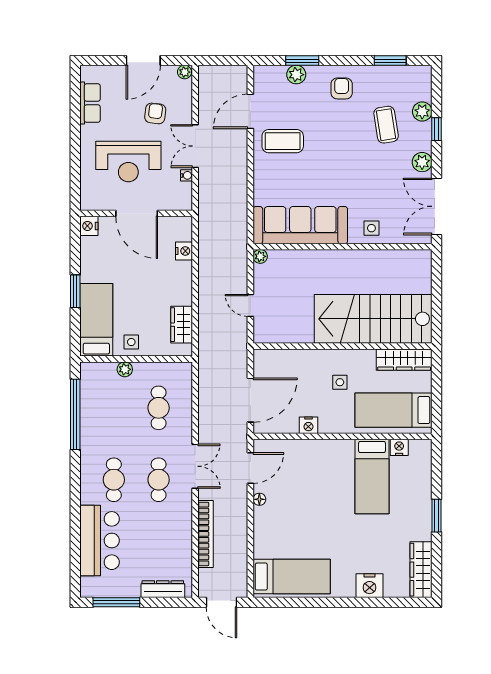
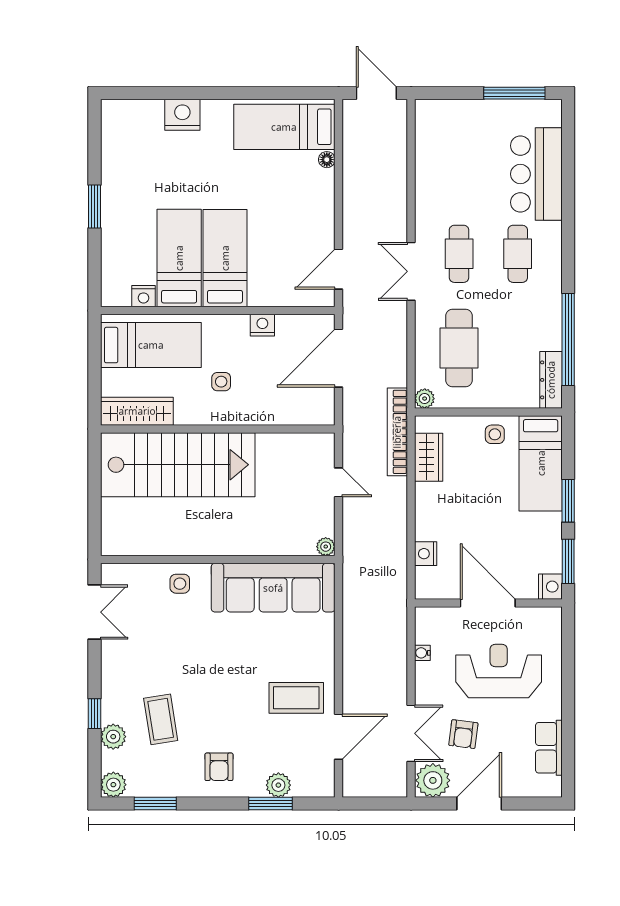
plant: (185, 72) -> (433, 780), width x1.88, depth x1.88
double door: (195, 146) -> (411, 733), moved
plant: (422, 162) -> (113, 785), moved
double door: (436, 206) -> (95, 612), width x0.73
window: (75, 245) -> (568, 561), added
plant: (125, 369) -> (425, 399), moved
cafe table: (159, 408) -> (459, 348), width x1.37, depth x1.35
bed: (337, 476) -> (225, 258), added
floor lamp: (259, 499) -> (327, 160), moved
bookcase: (206, 534) -> (397, 432), moved
wardrobe: (421, 570) -> (115, 136), removed
dresser: (163, 589) -> (551, 380), moved, turned 90

